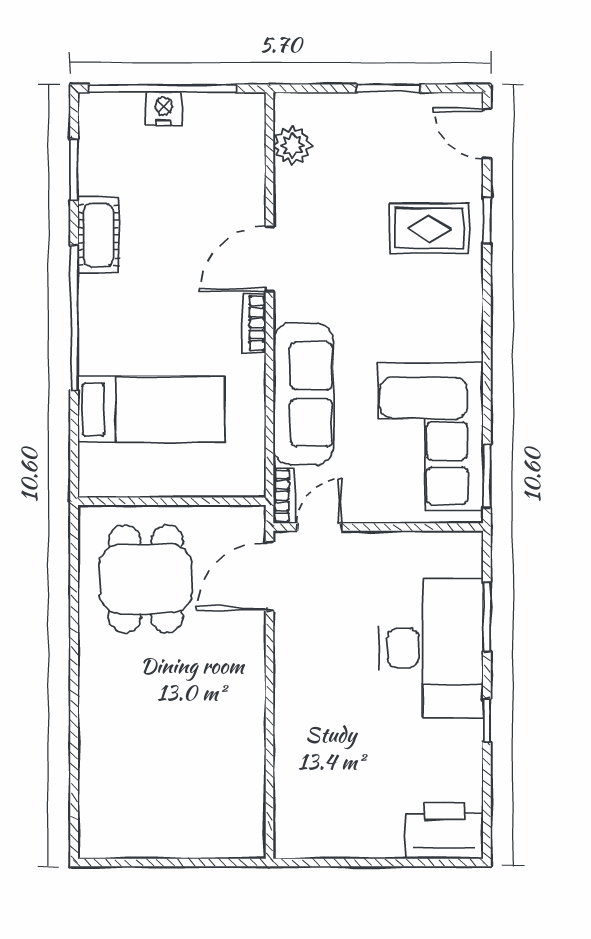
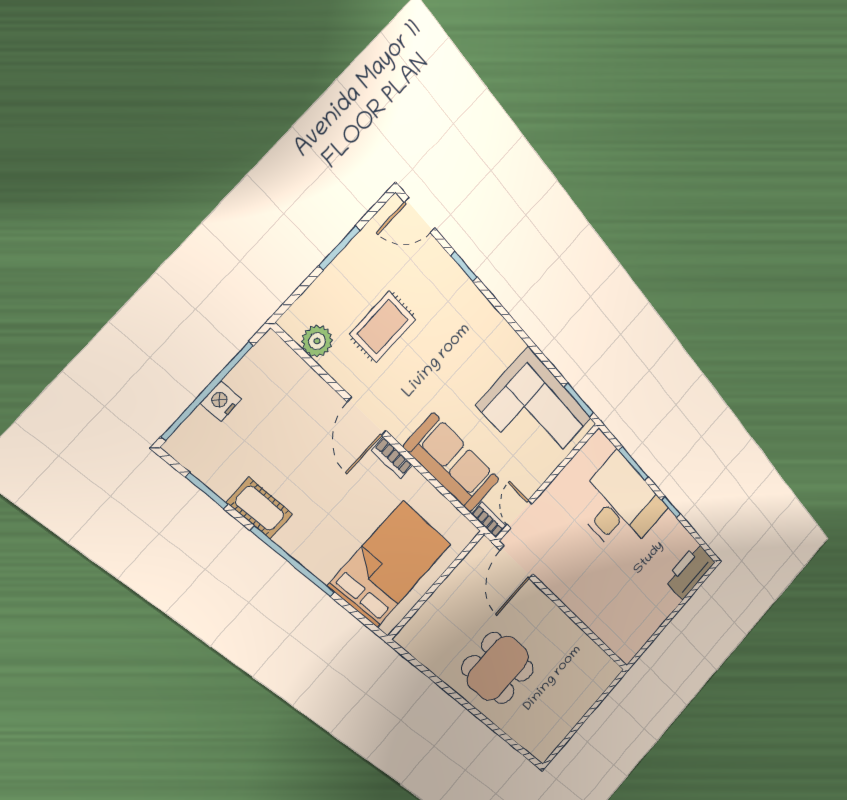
rug: (429, 229) -> (383, 327), moved
bed: (151, 409) -> (390, 565), width x1.50
dining table: (146, 579) -> (498, 668), moved

